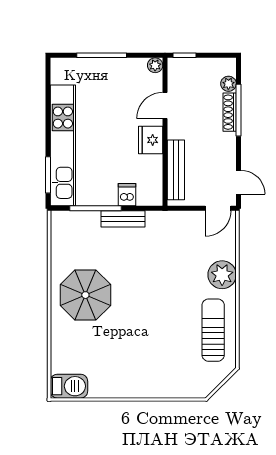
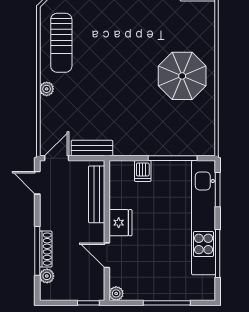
door: (165, 106) -> (107, 255), swing flipped
window: (48, 107) -> (218, 254), added
bench: (123, 219) -> (92, 148), moved
plant: (222, 275) -> (47, 89), width x0.53, depth x0.53

